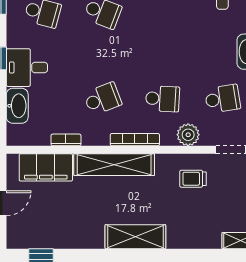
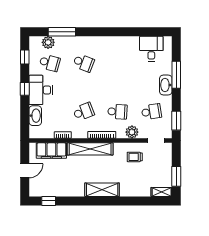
desk: (27, 68) -> (41, 90), width x1.37

